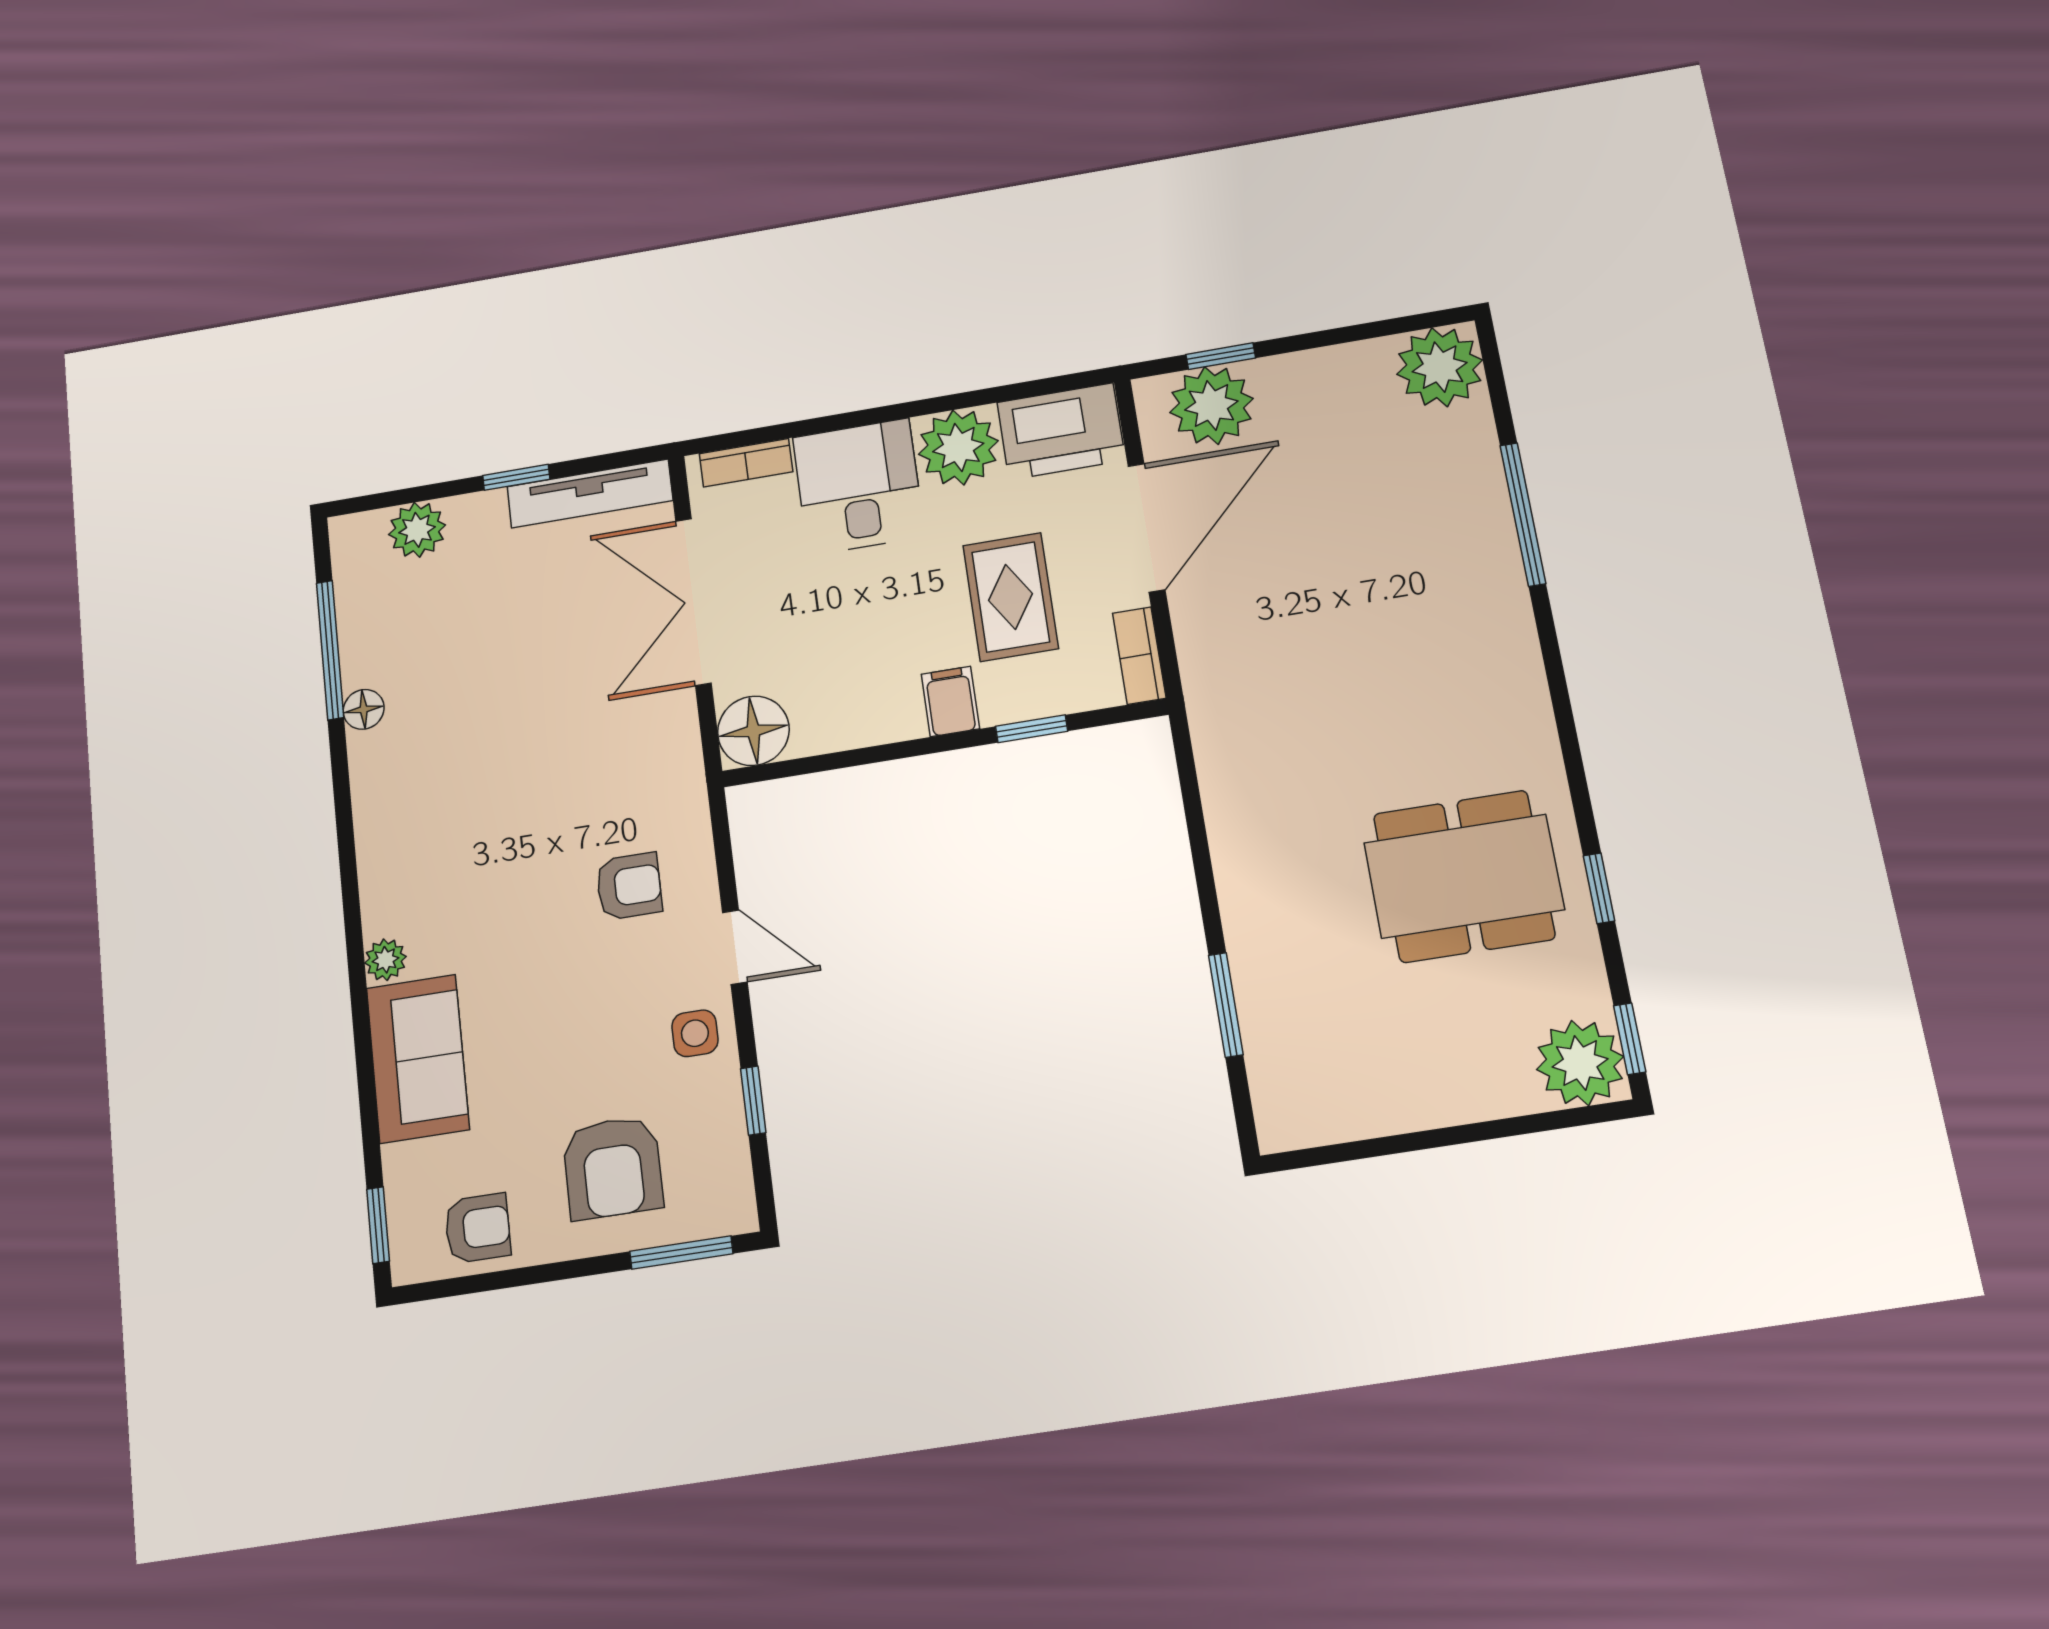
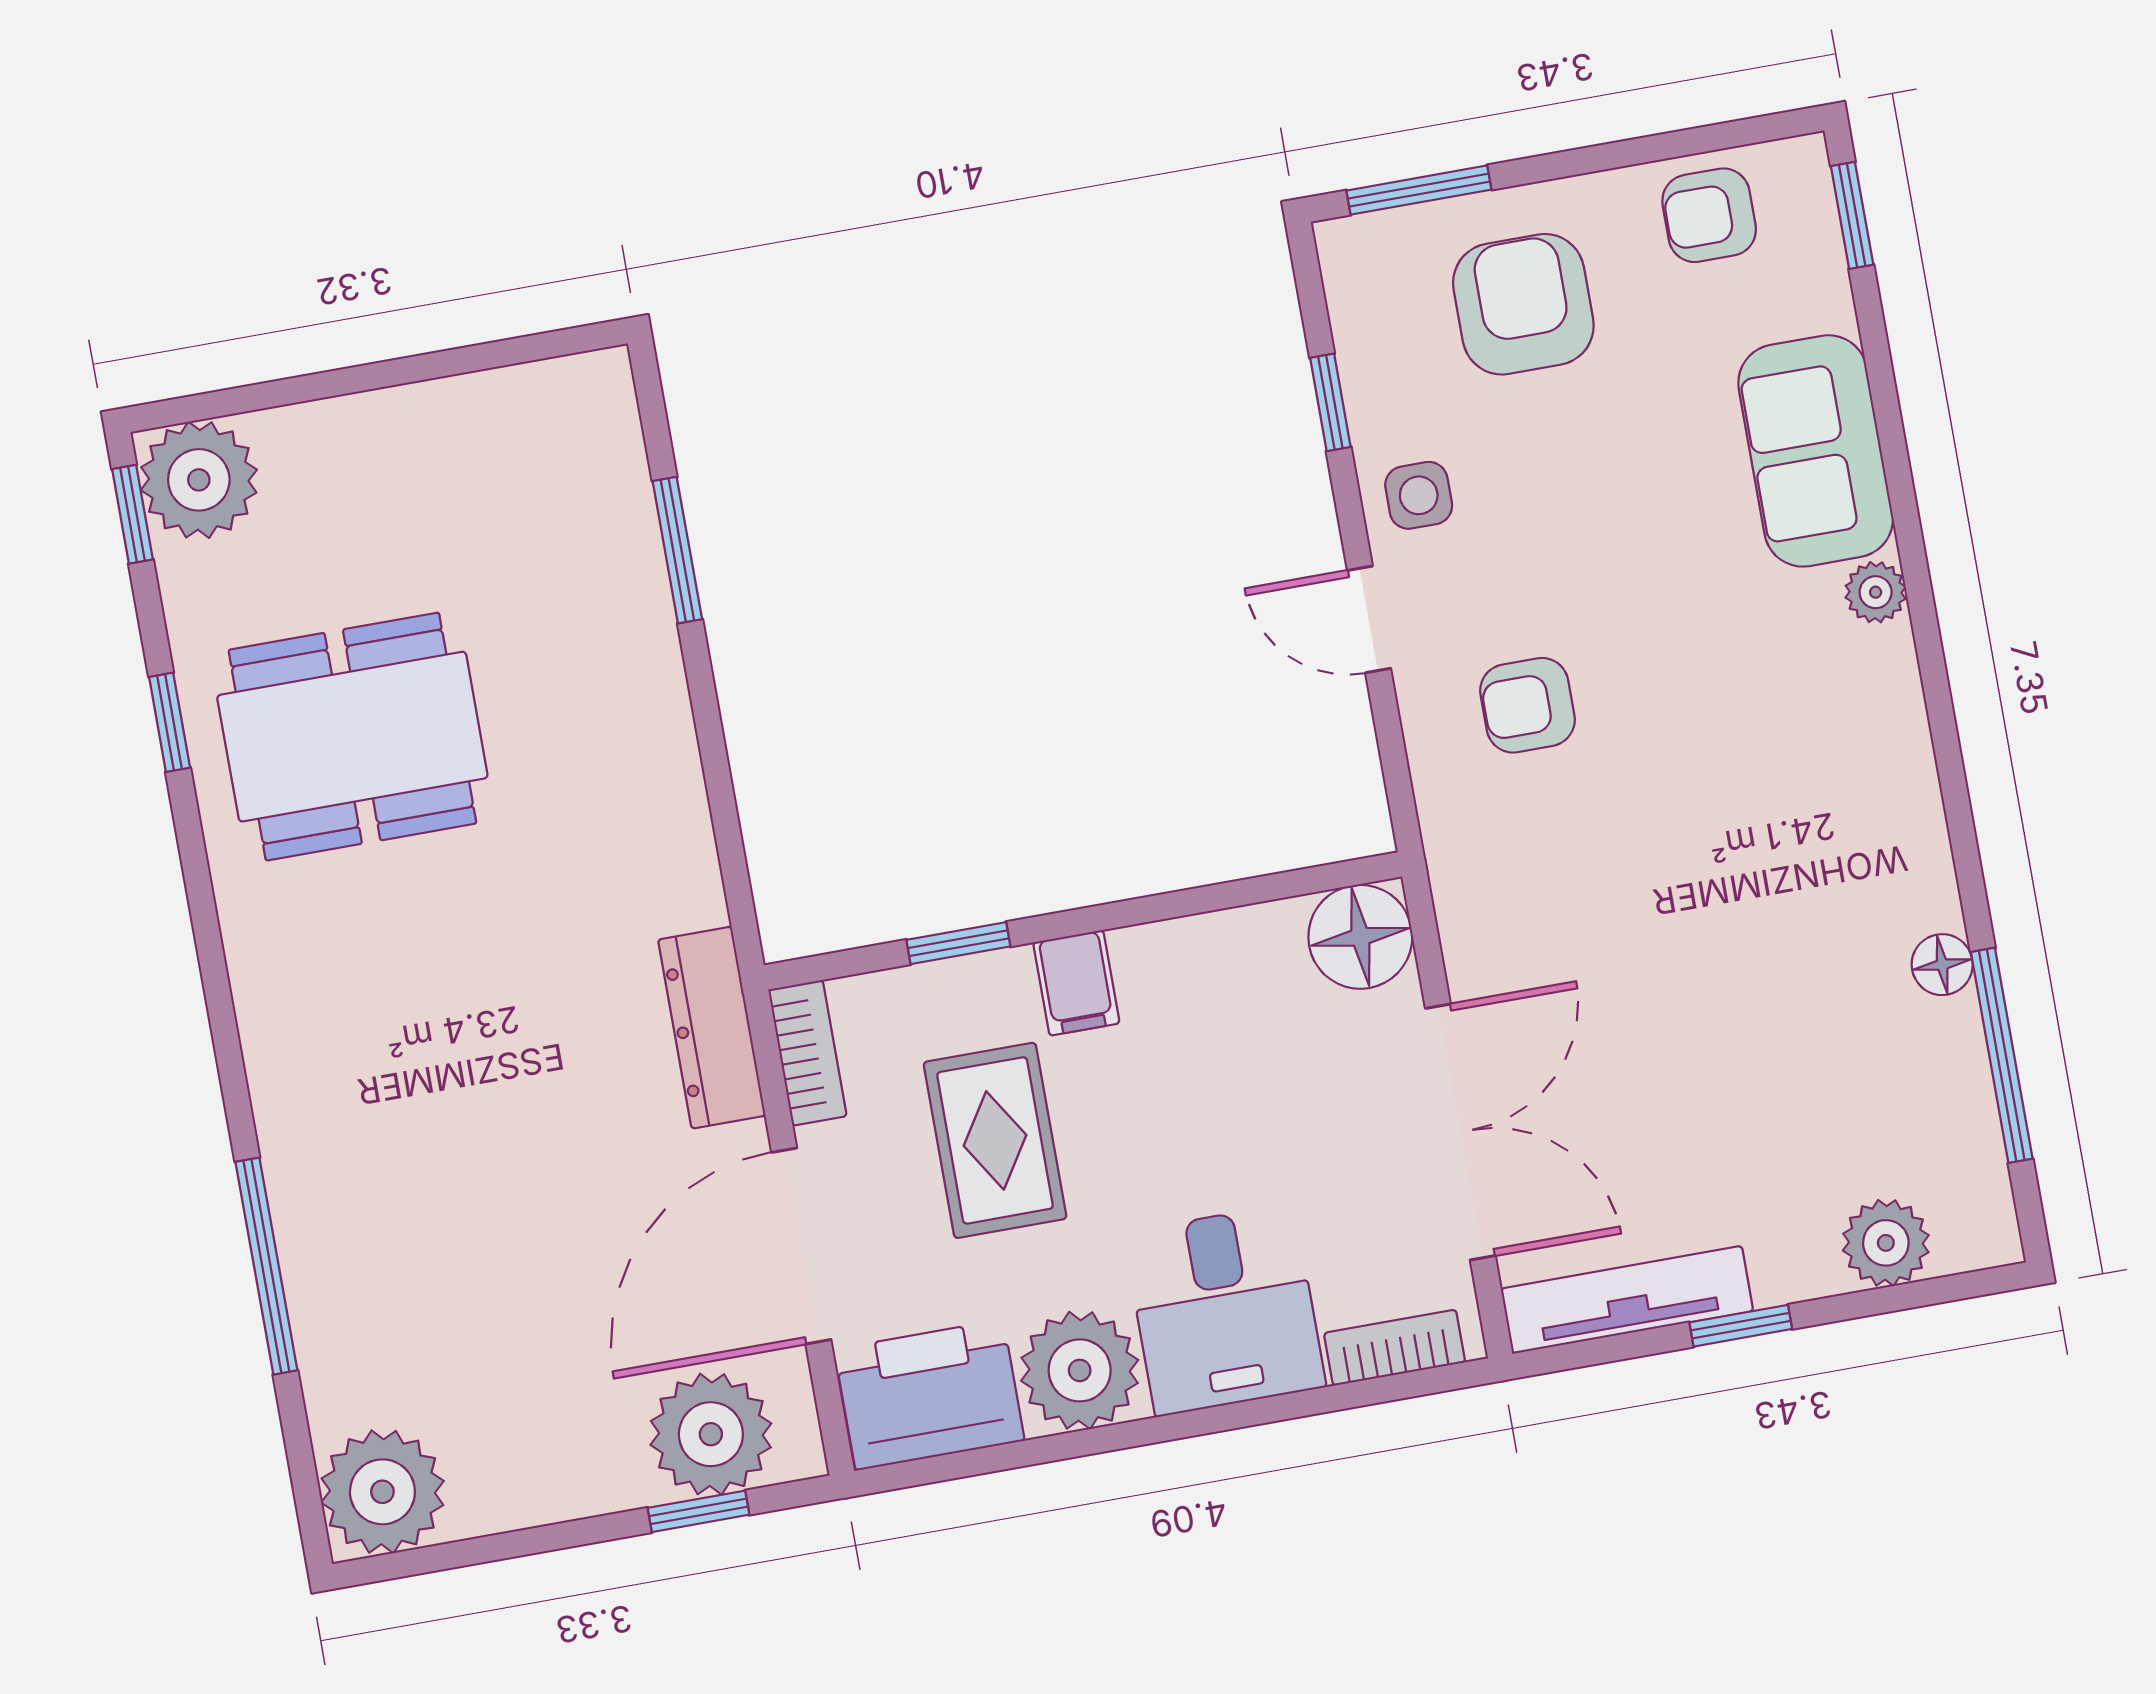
dresser: (1206, 673) -> (712, 1028), added

